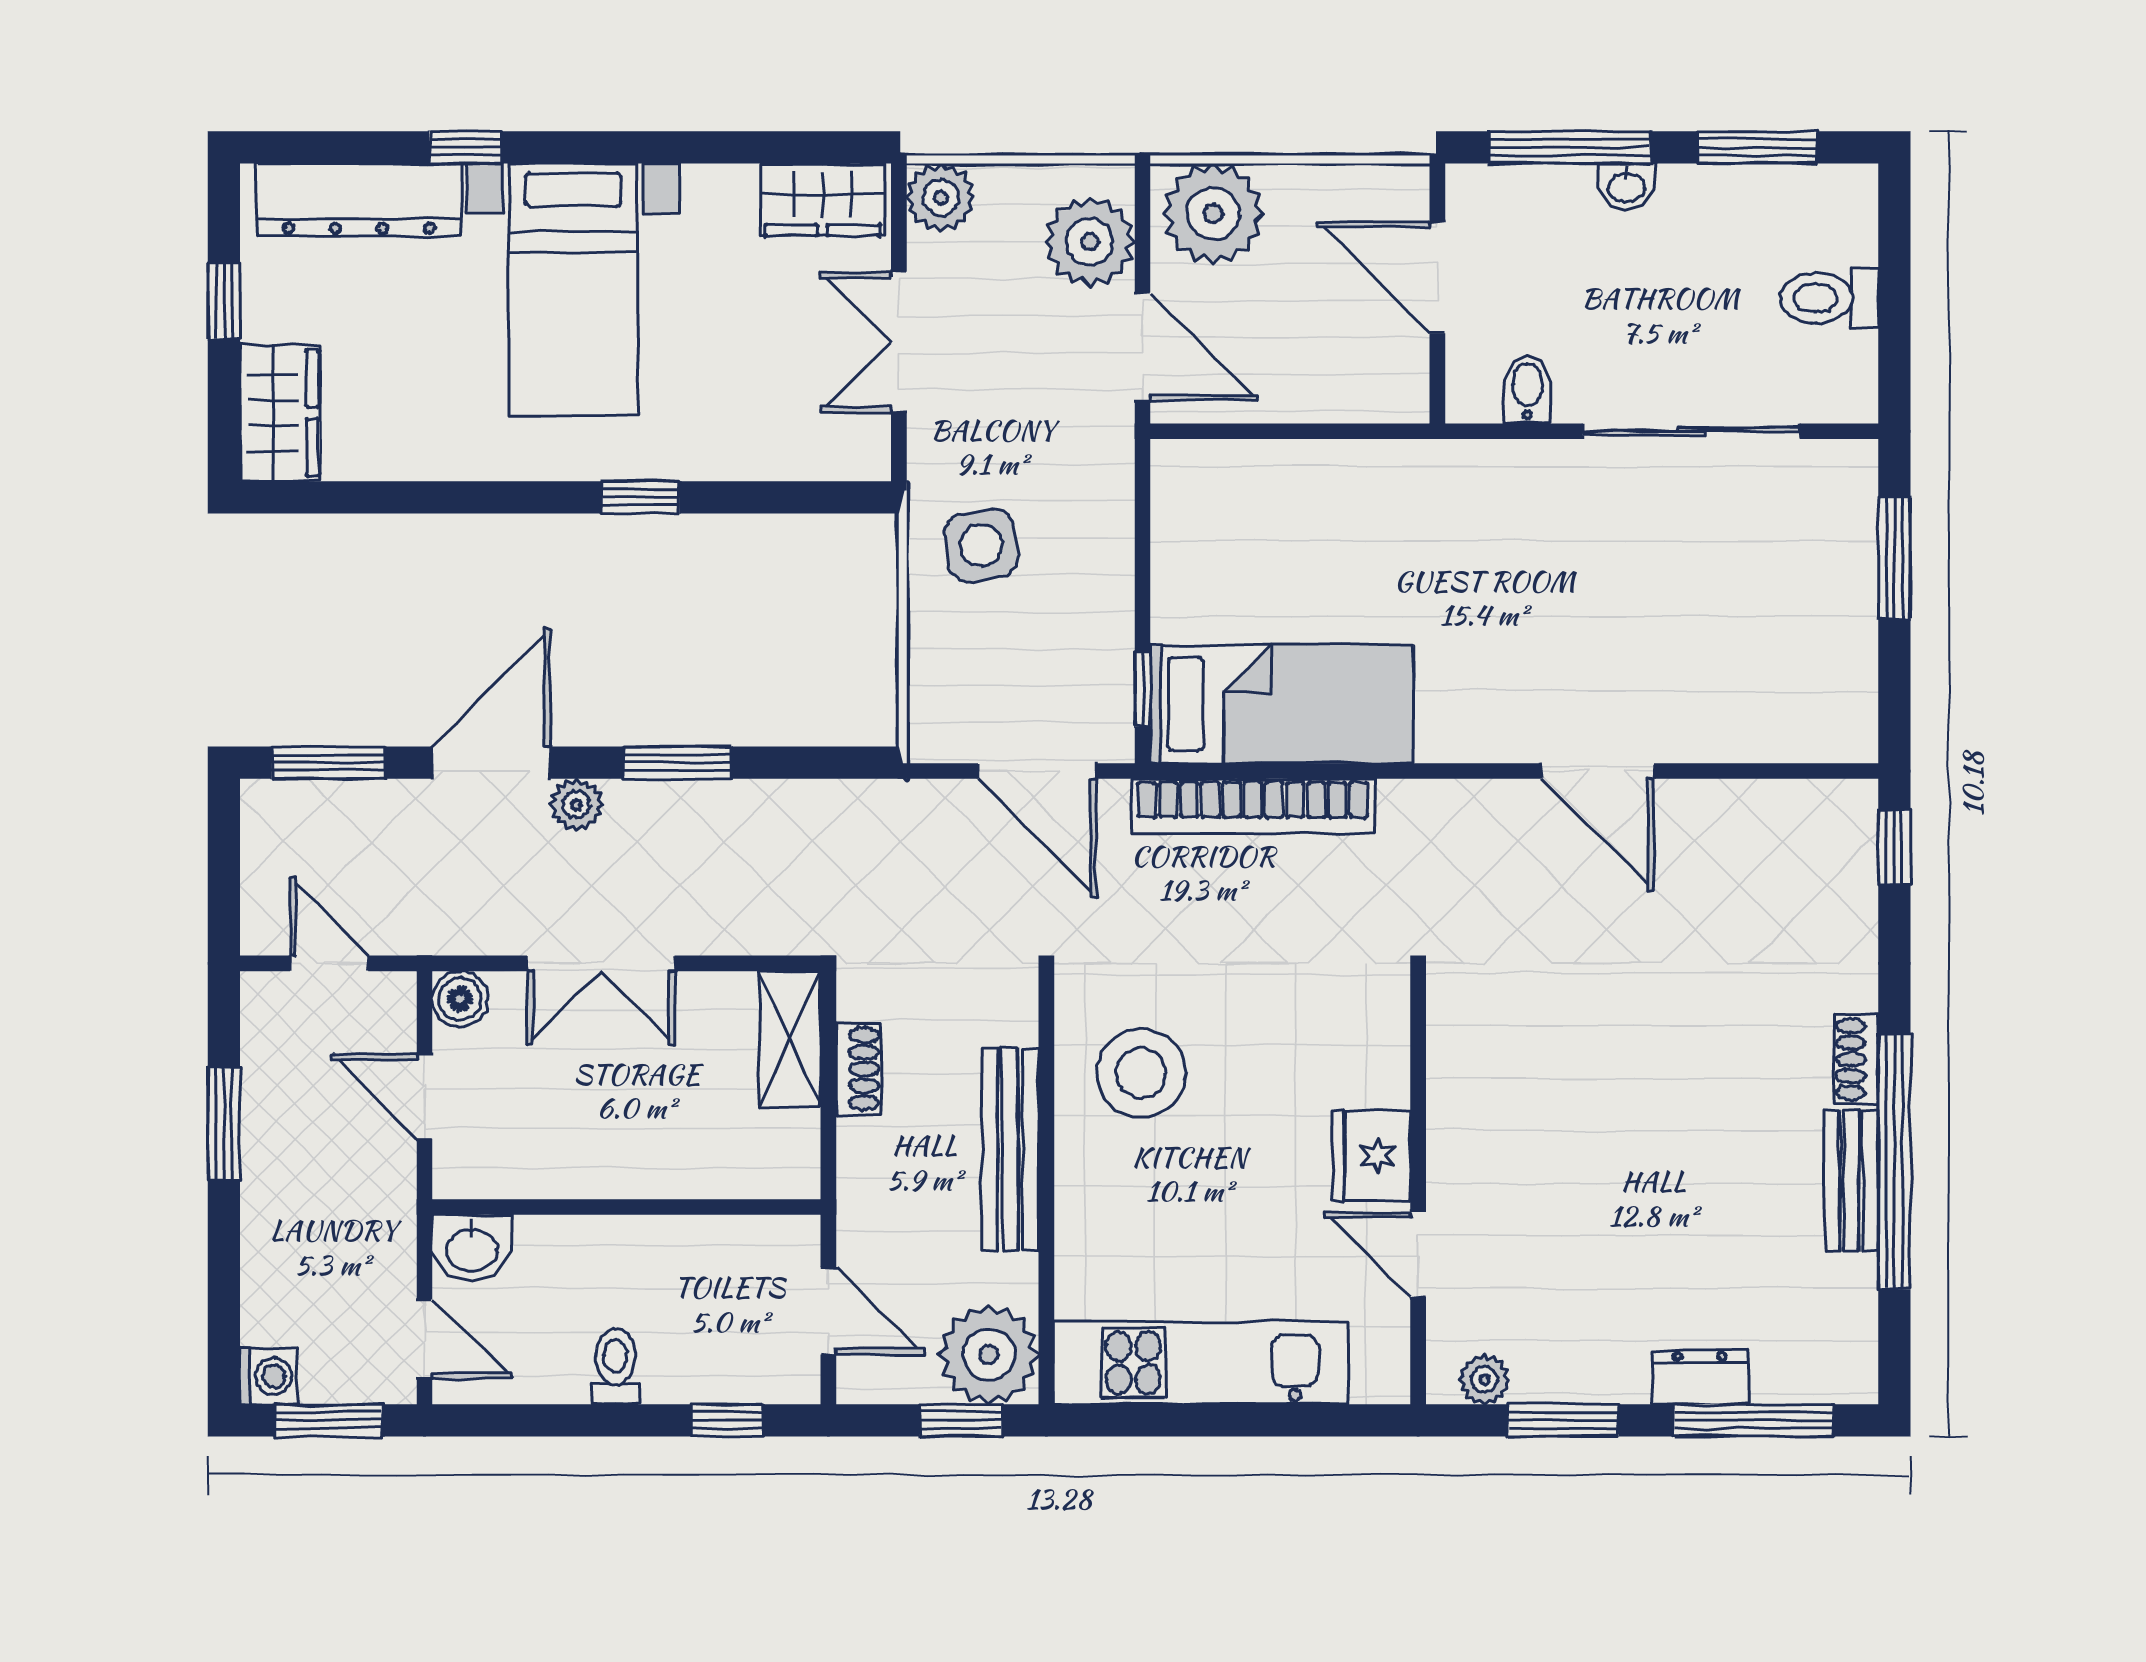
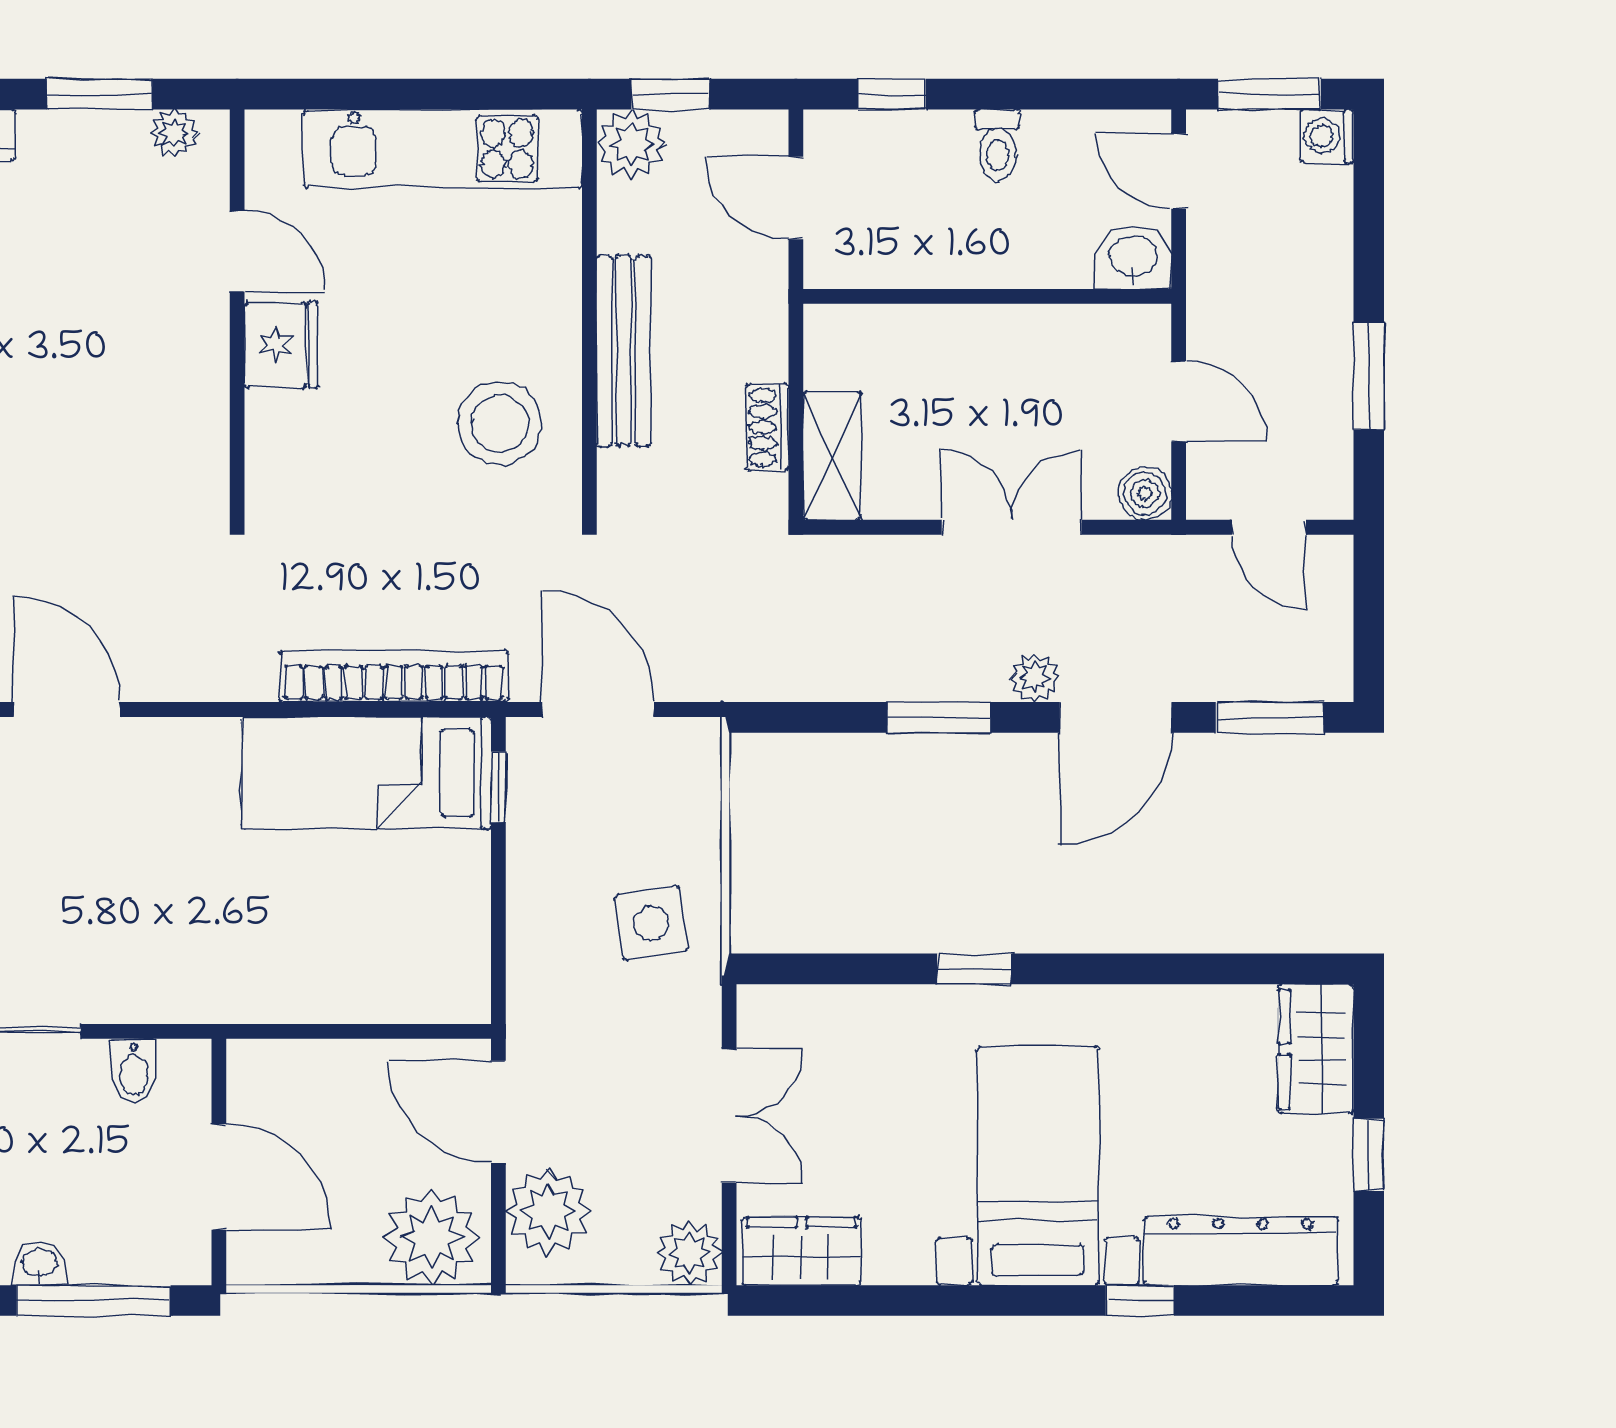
plant: (989, 1355) -> (631, 144), width x0.73, depth x0.73

